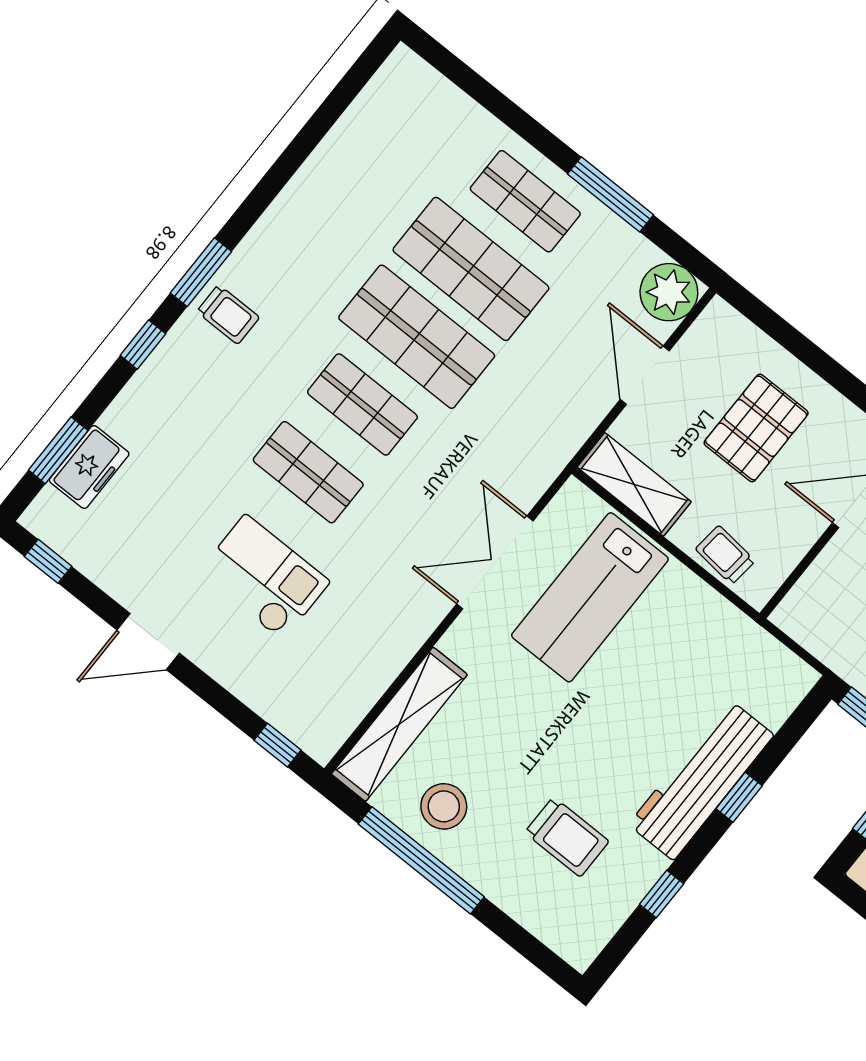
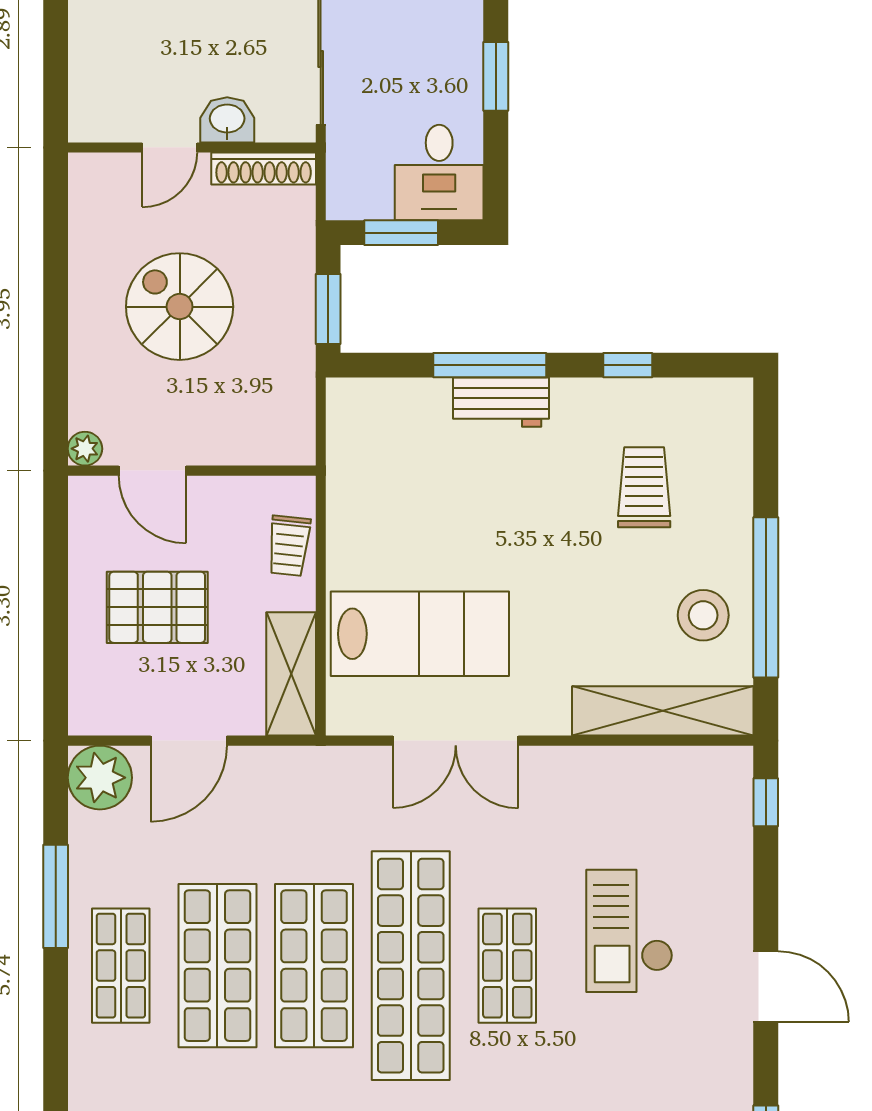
shop shelf: (362, 404) -> (411, 966), width x2.00, depth x1.36
workbench: (701, 780) -> (501, 402), width x0.53, depth x0.76
window: (739, 797) -> (490, 365), width x2.17

